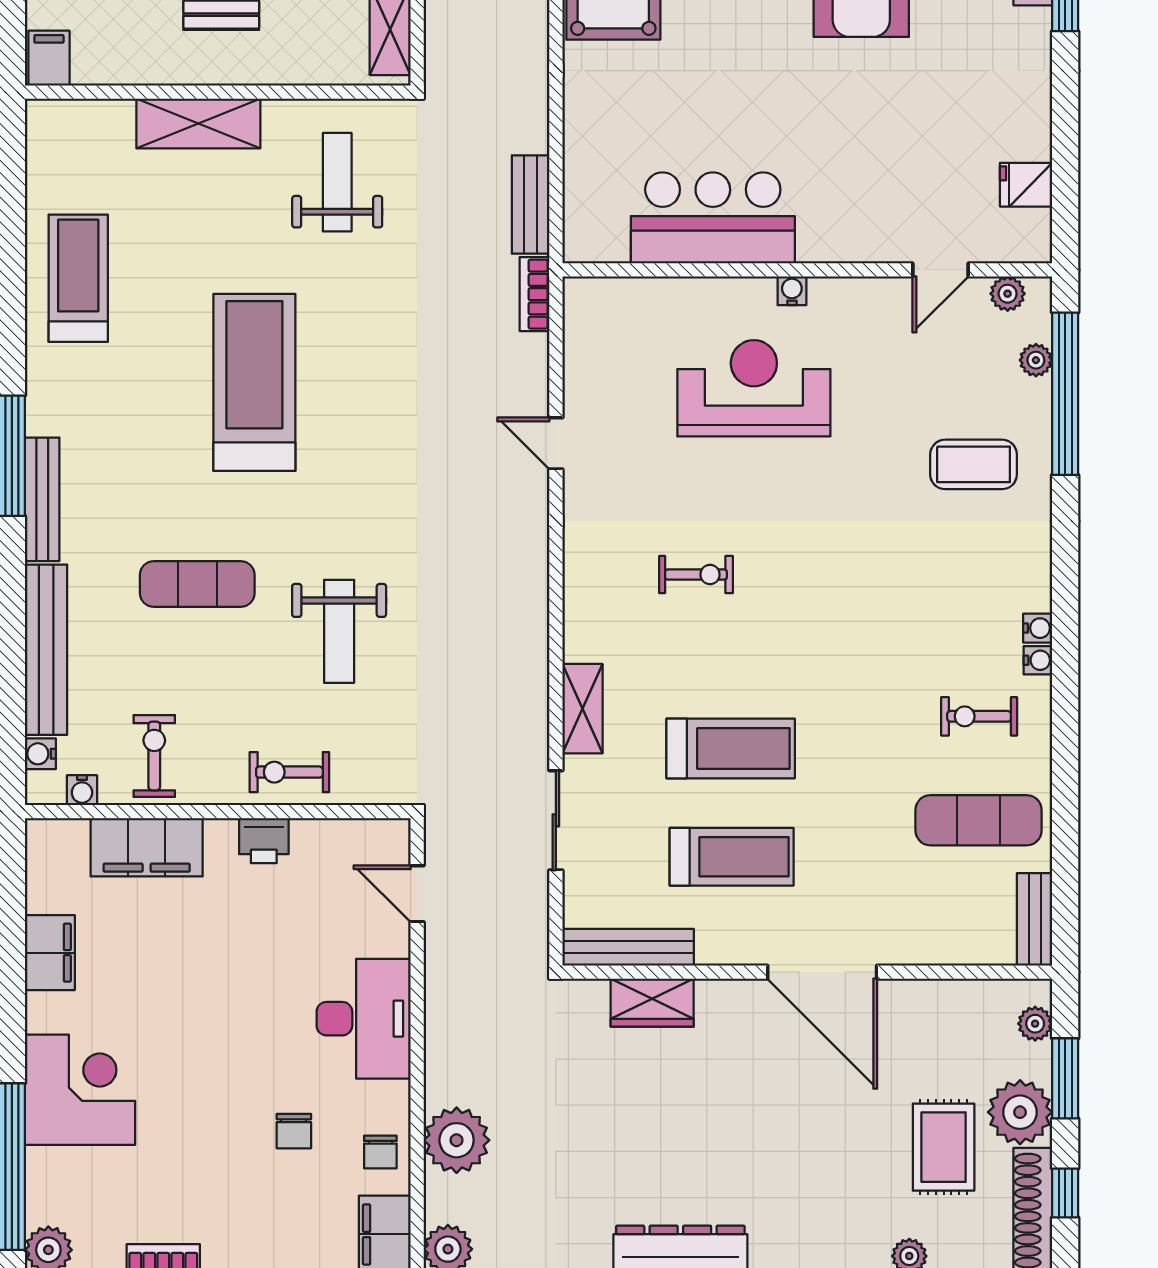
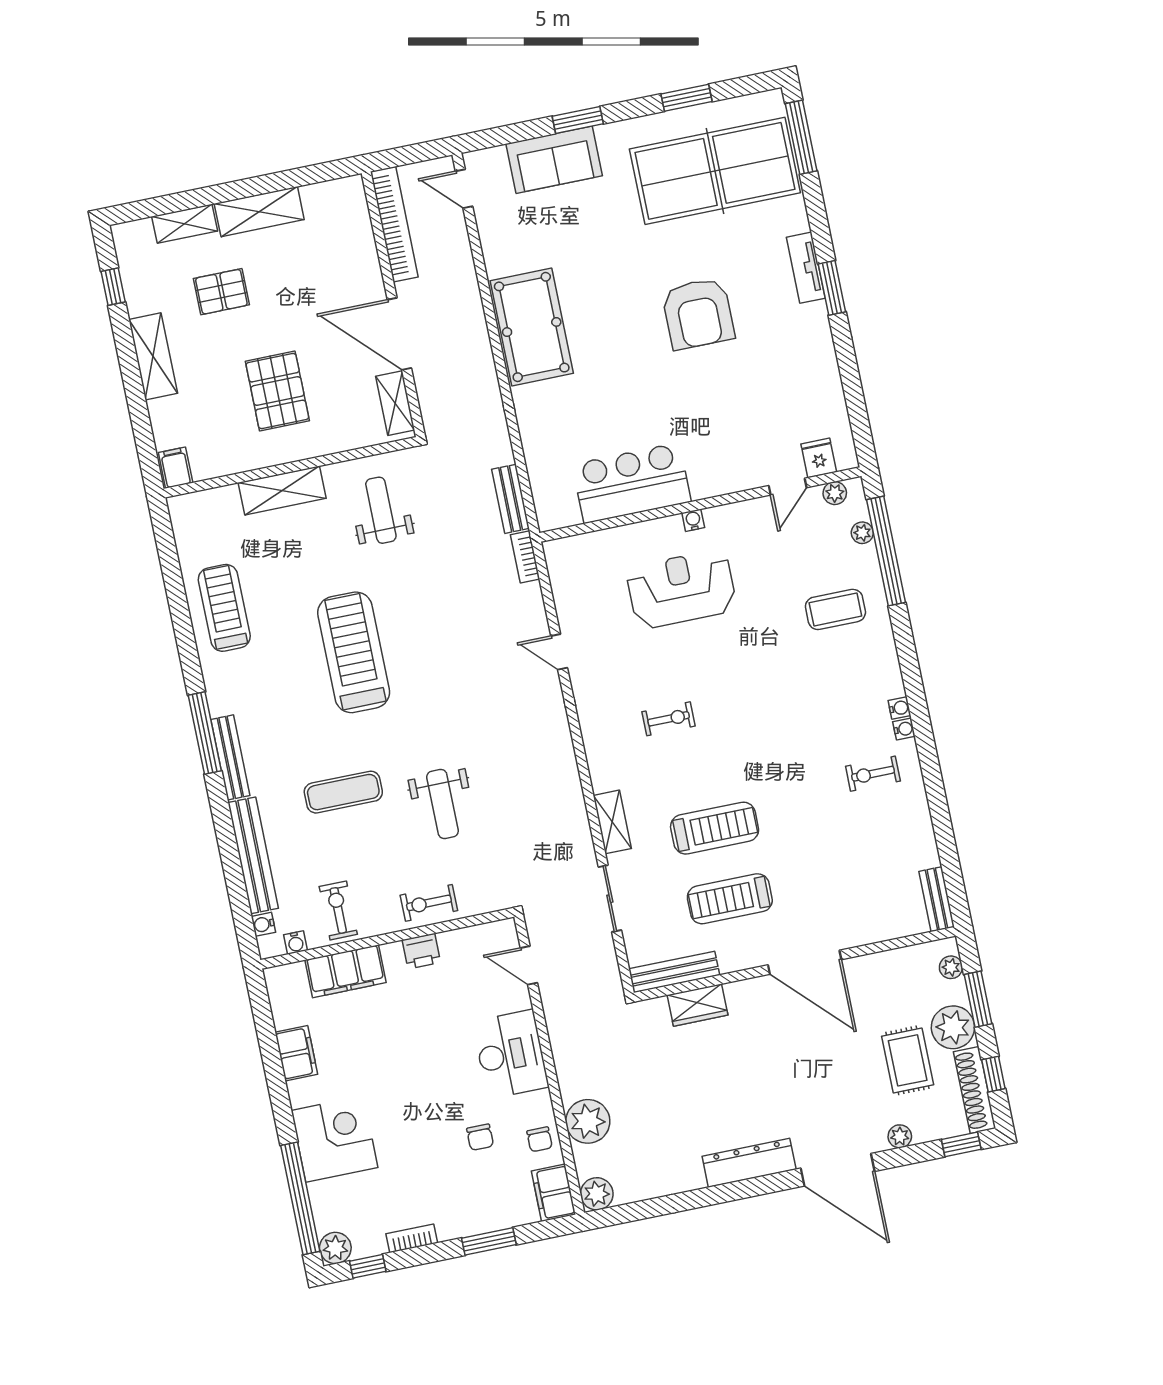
fridge: (1026, 185) -> (819, 458), moved, turned 90
exercise mat: (979, 820) -> (887, 842), removed
treadmill: (732, 857) -> (730, 899), turned 180

